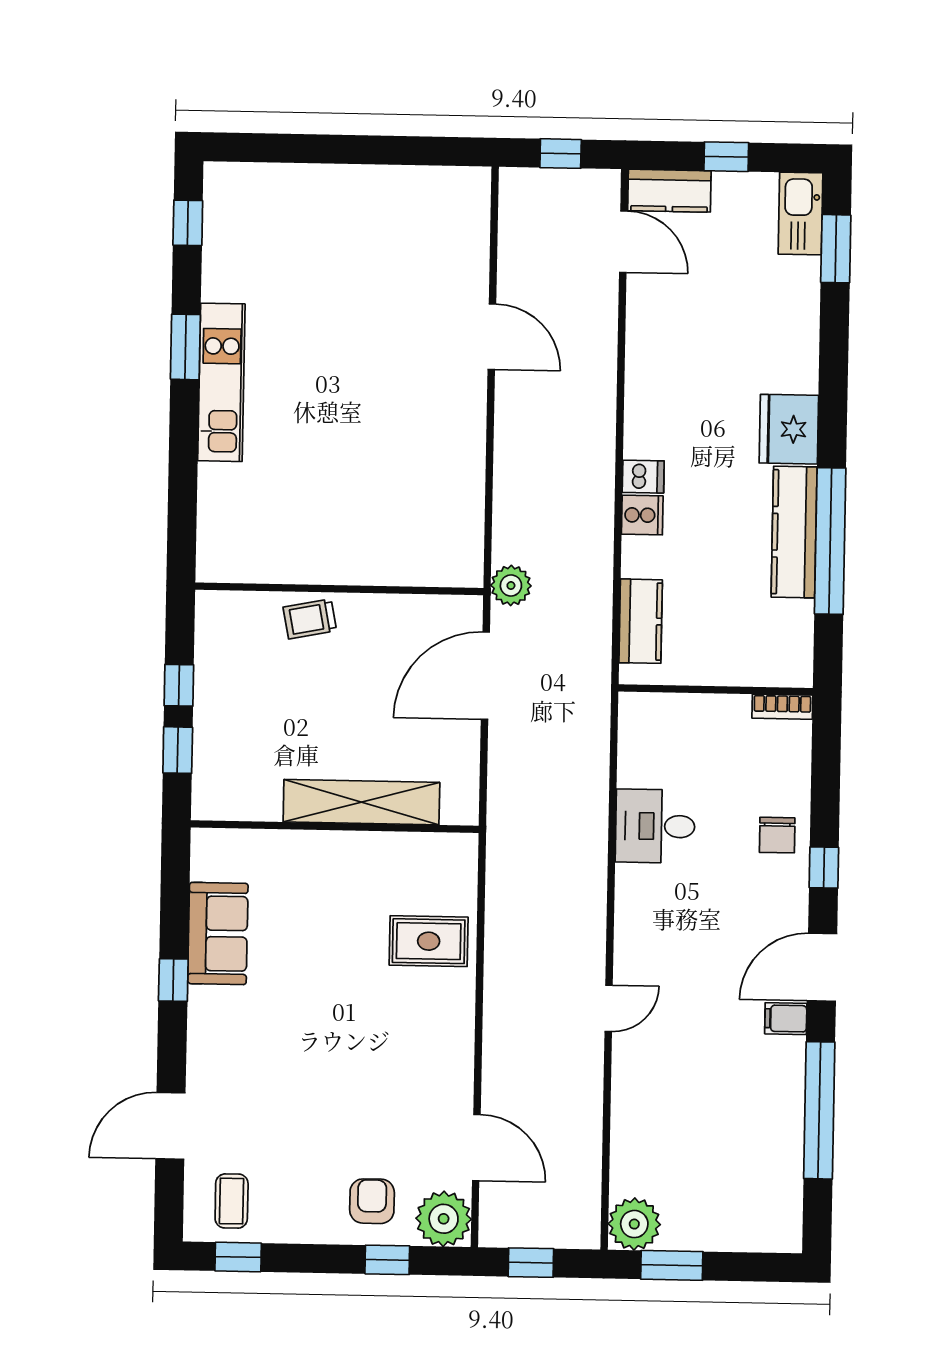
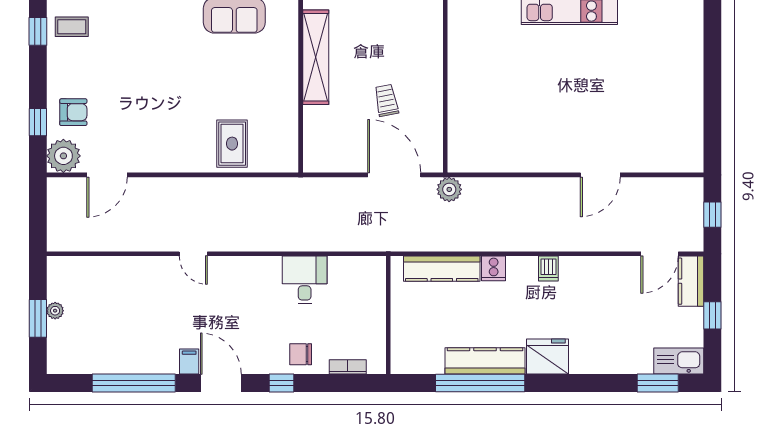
dishwasher: (643, 477) -> (548, 269), moved
trolley: (310, 619) -> (386, 100), moved
kitchen counter: (641, 621) -> (442, 269), width x1.50
bookcase: (782, 707) -> (348, 367), moved, turned 90
shelving: (361, 802) -> (316, 57), moved
plant: (634, 1224) -> (55, 311), moved, width x0.53, depth x0.53
window: (531, 1263) -> (38, 209), removed
window: (672, 1265) -> (38, 318), moved

